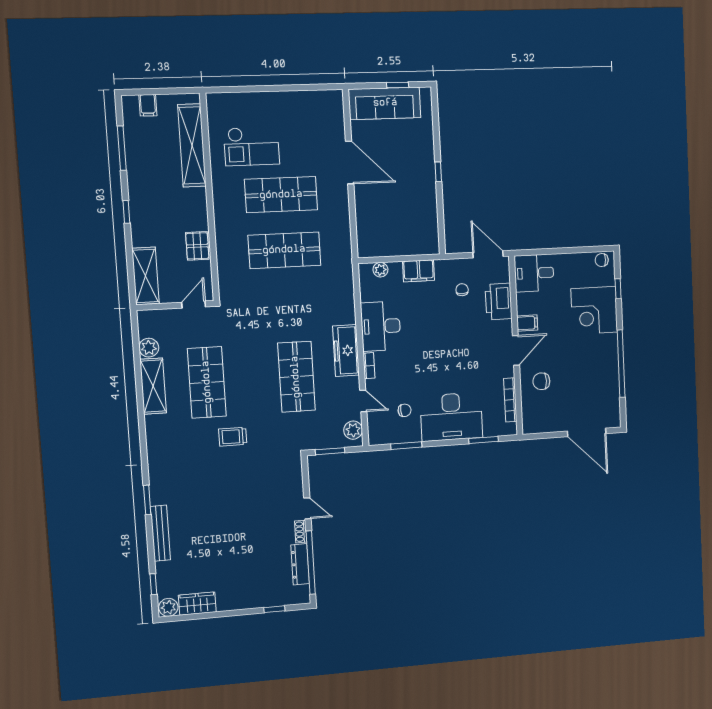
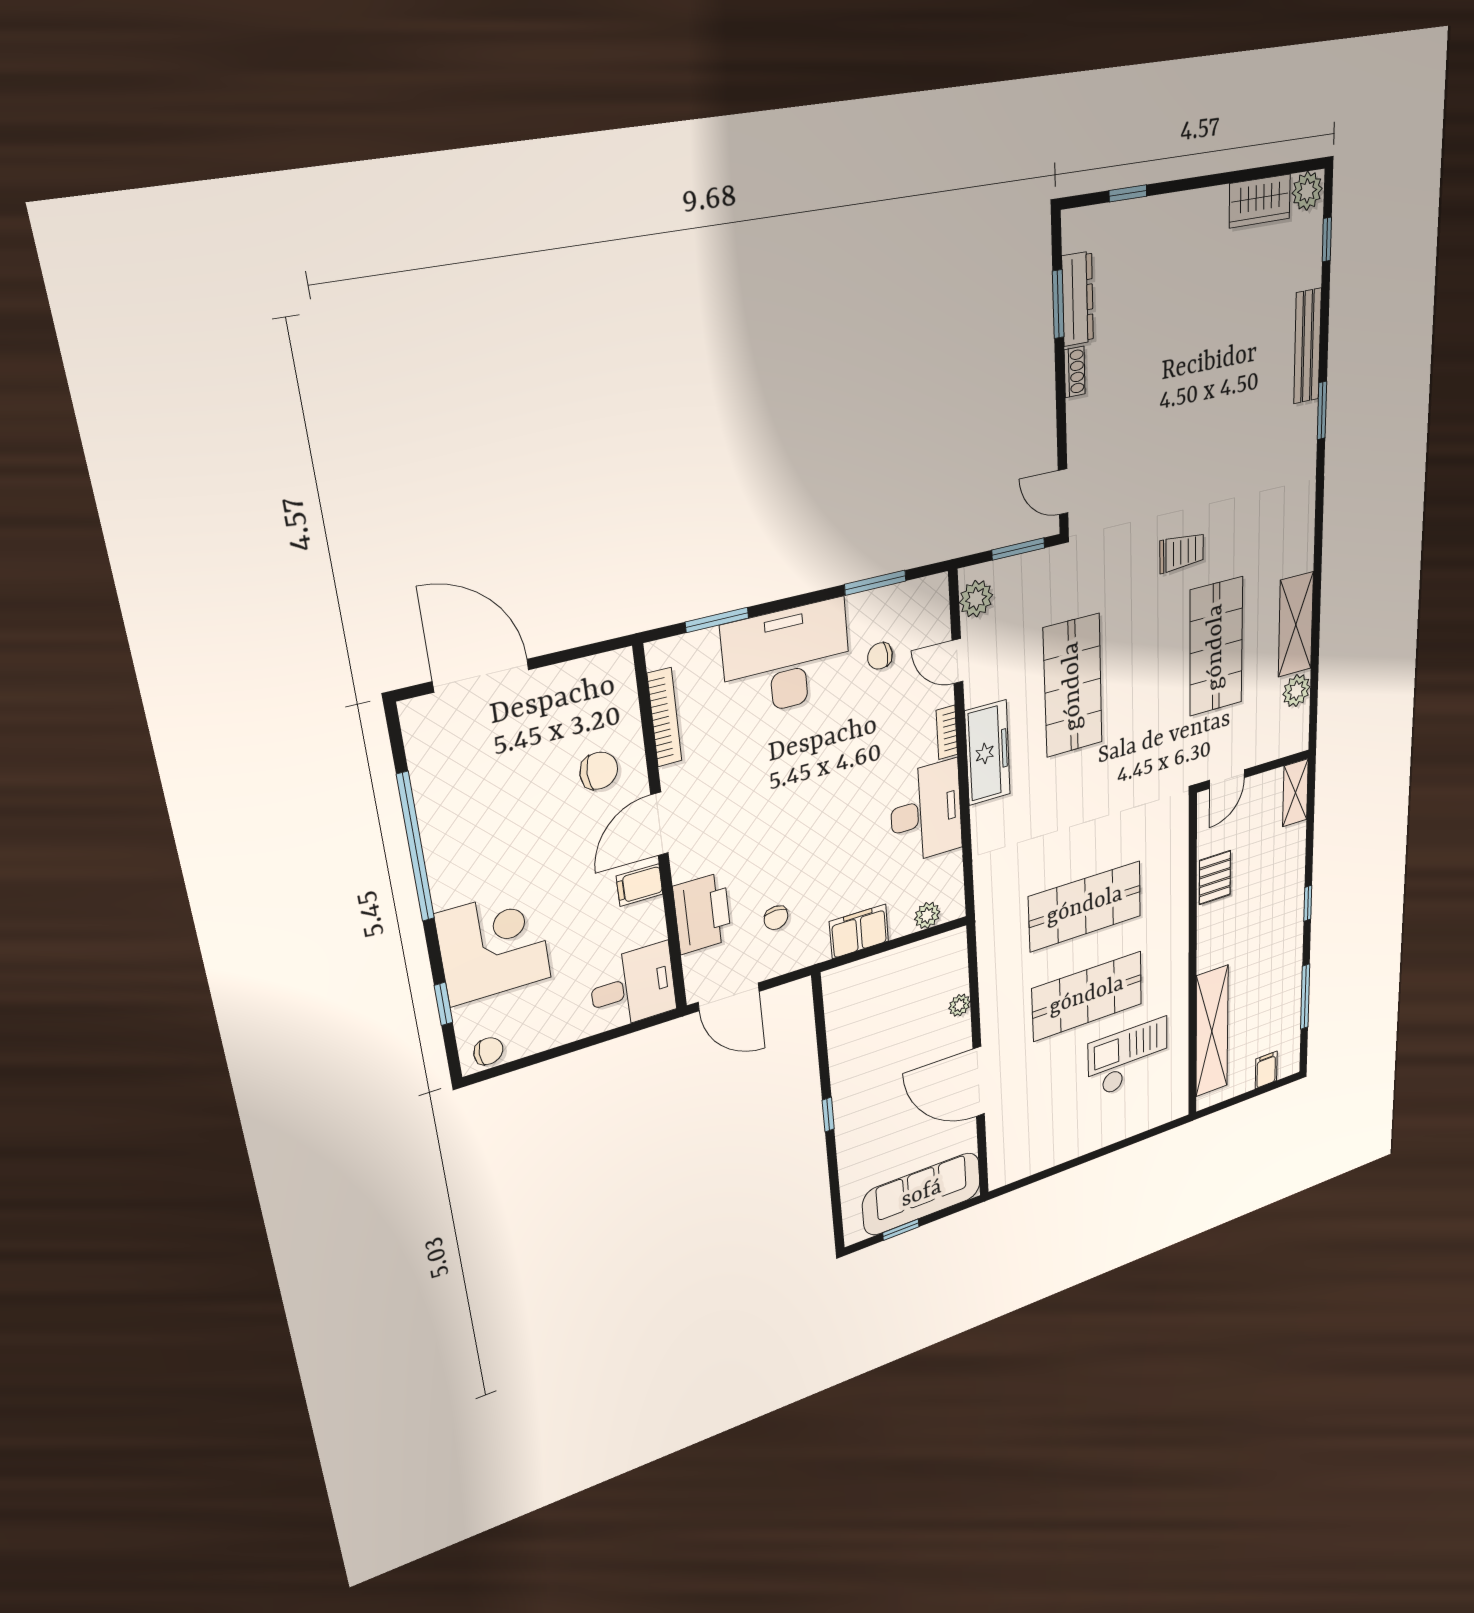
plant: (362, 213) -> (959, 1005), added
shelving: (145, 276) -> (1295, 793), width x0.67, depth x0.75
door: (307, 508) -> (1063, 492), moved
window: (311, 563) -> (1058, 304), width x0.47

